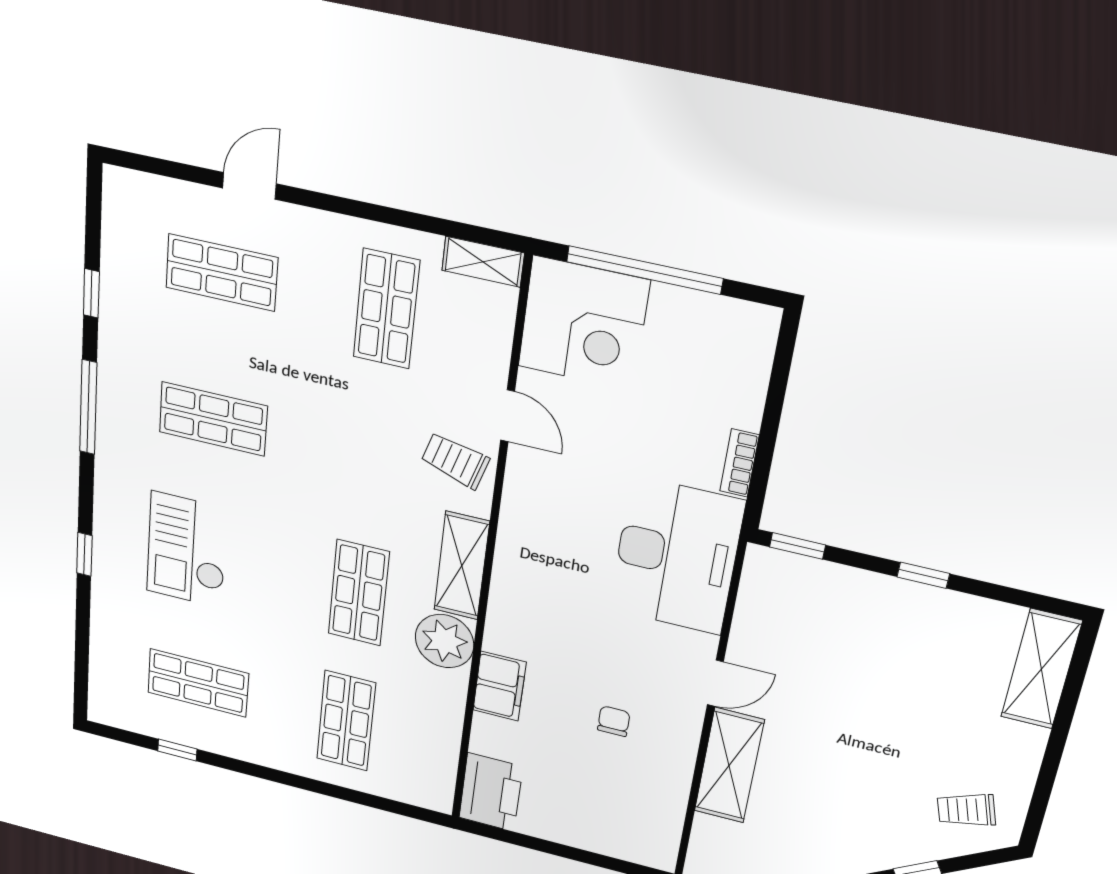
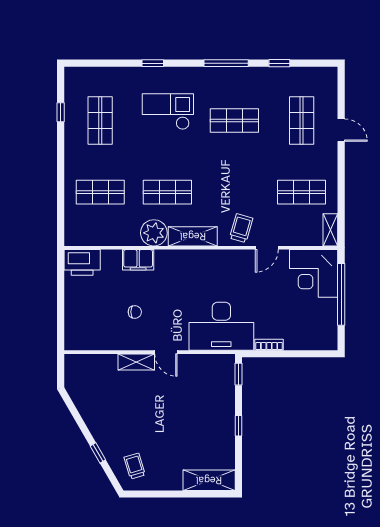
shop shelf: (213, 419) -> (234, 121), turned 90
shelving: (729, 766) -> (136, 362), width x0.67, depth x0.75

